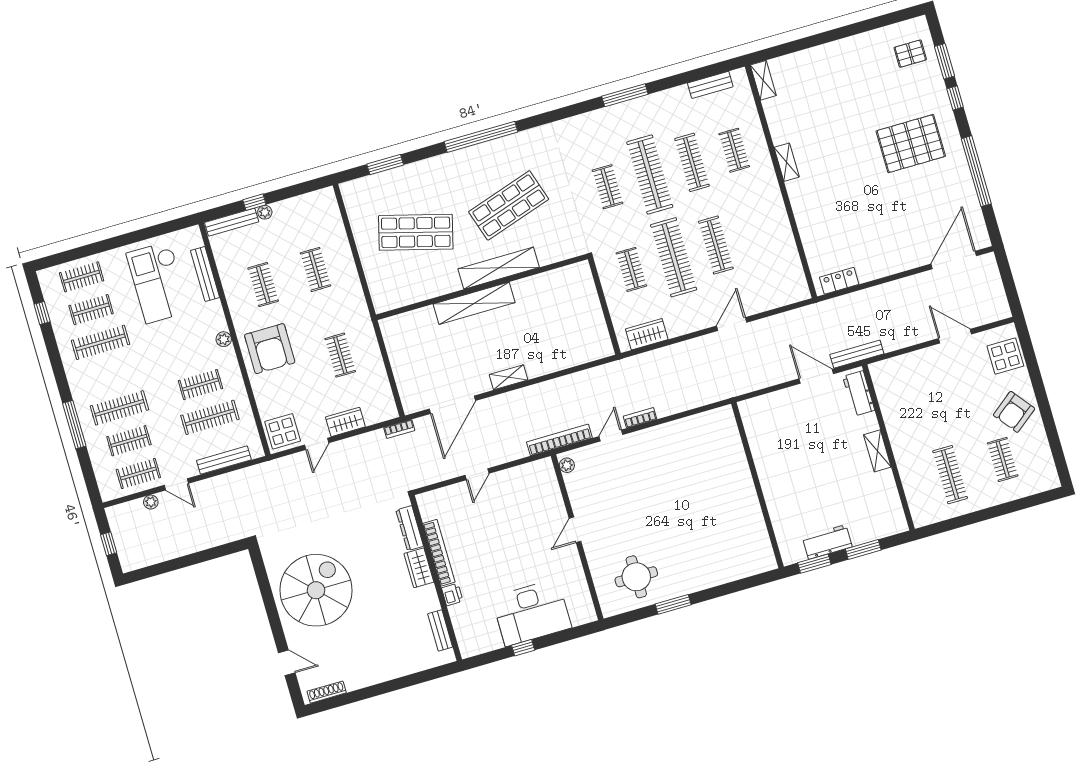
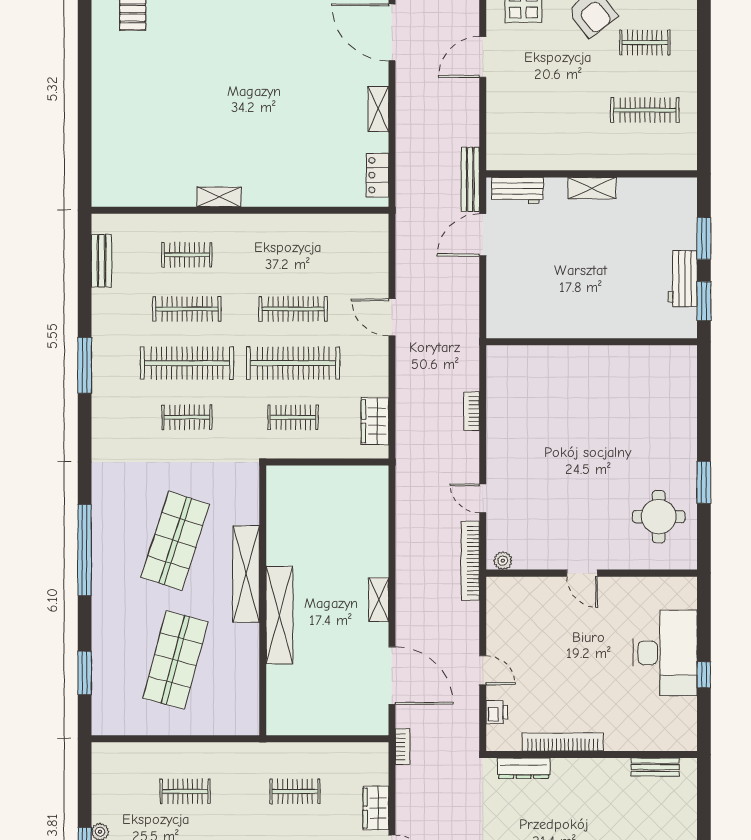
shelving: (763, 80) -> (378, 109), moved, turned 90
pallet: (911, 144) -> (240, 43), removed
shop shelf: (509, 205) -> (175, 541), turned 36
bookcase: (640, 418) -> (472, 411), moved
wardrobe: (419, 568) -> (574, 771), removed
printer: (452, 595) -> (497, 712), moved, turned 90

